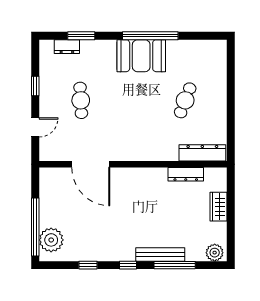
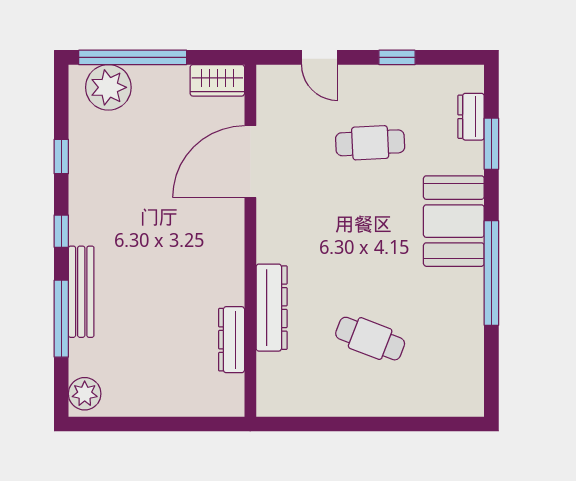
booth: (141, 56) -> (454, 221), moved
dresser: (202, 153) -> (272, 308), moved
wardrobe: (218, 207) -> (217, 80), moved, turned 180

